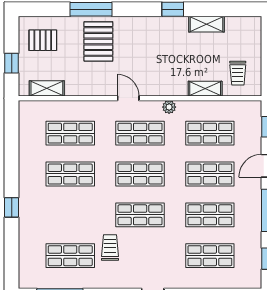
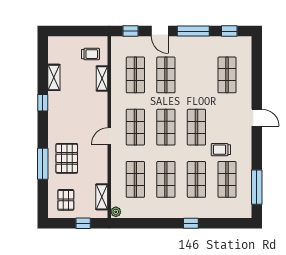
pallet: (98, 41) -> (67, 158), turned 90
plant: (169, 107) -> (116, 212), moved
shop shelf: (210, 215) -> (196, 179), moved

